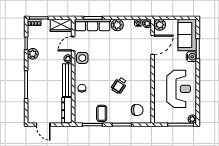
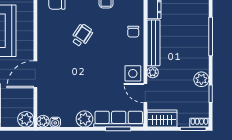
door: (73, 44) -> (145, 93), swing flipped
door: (153, 45) -> (35, 74), moved

